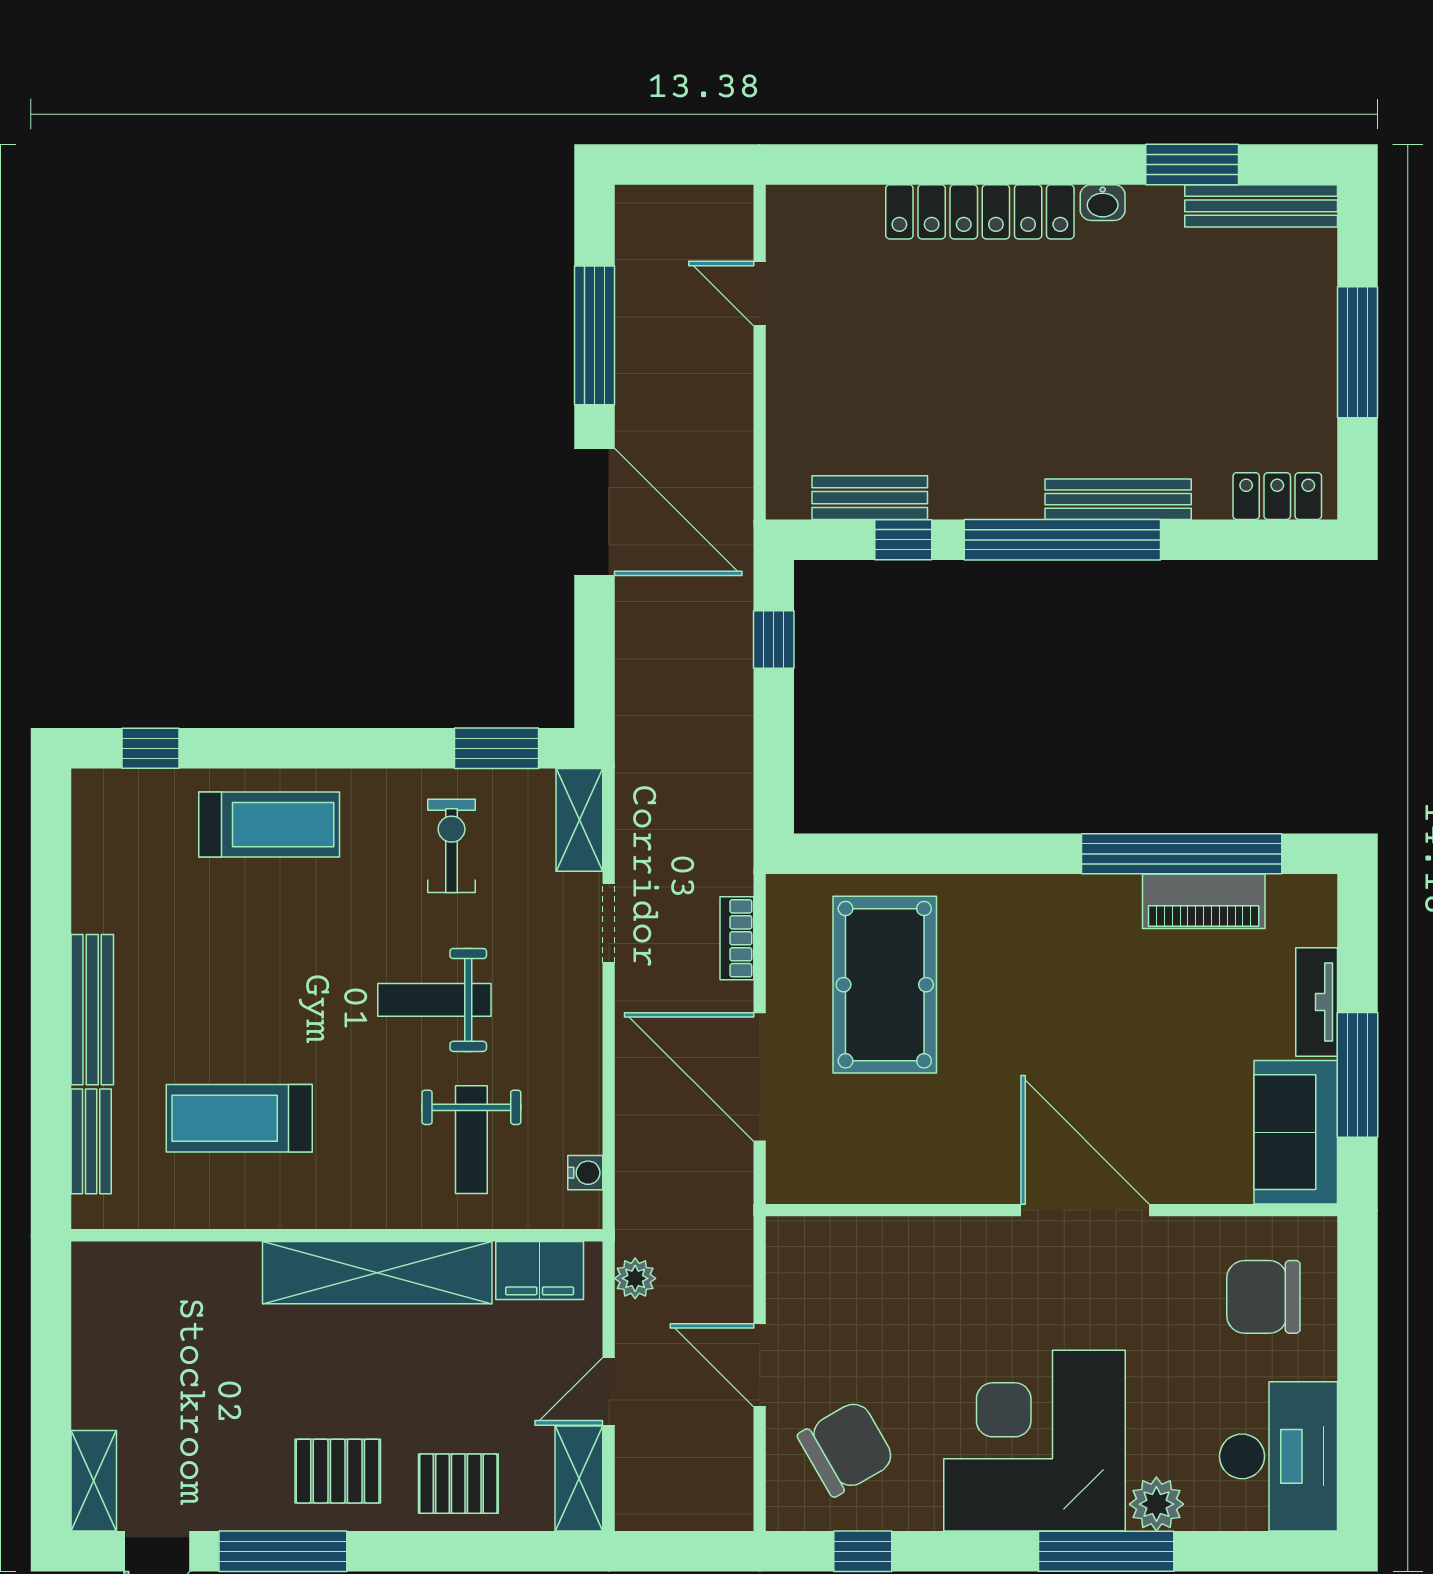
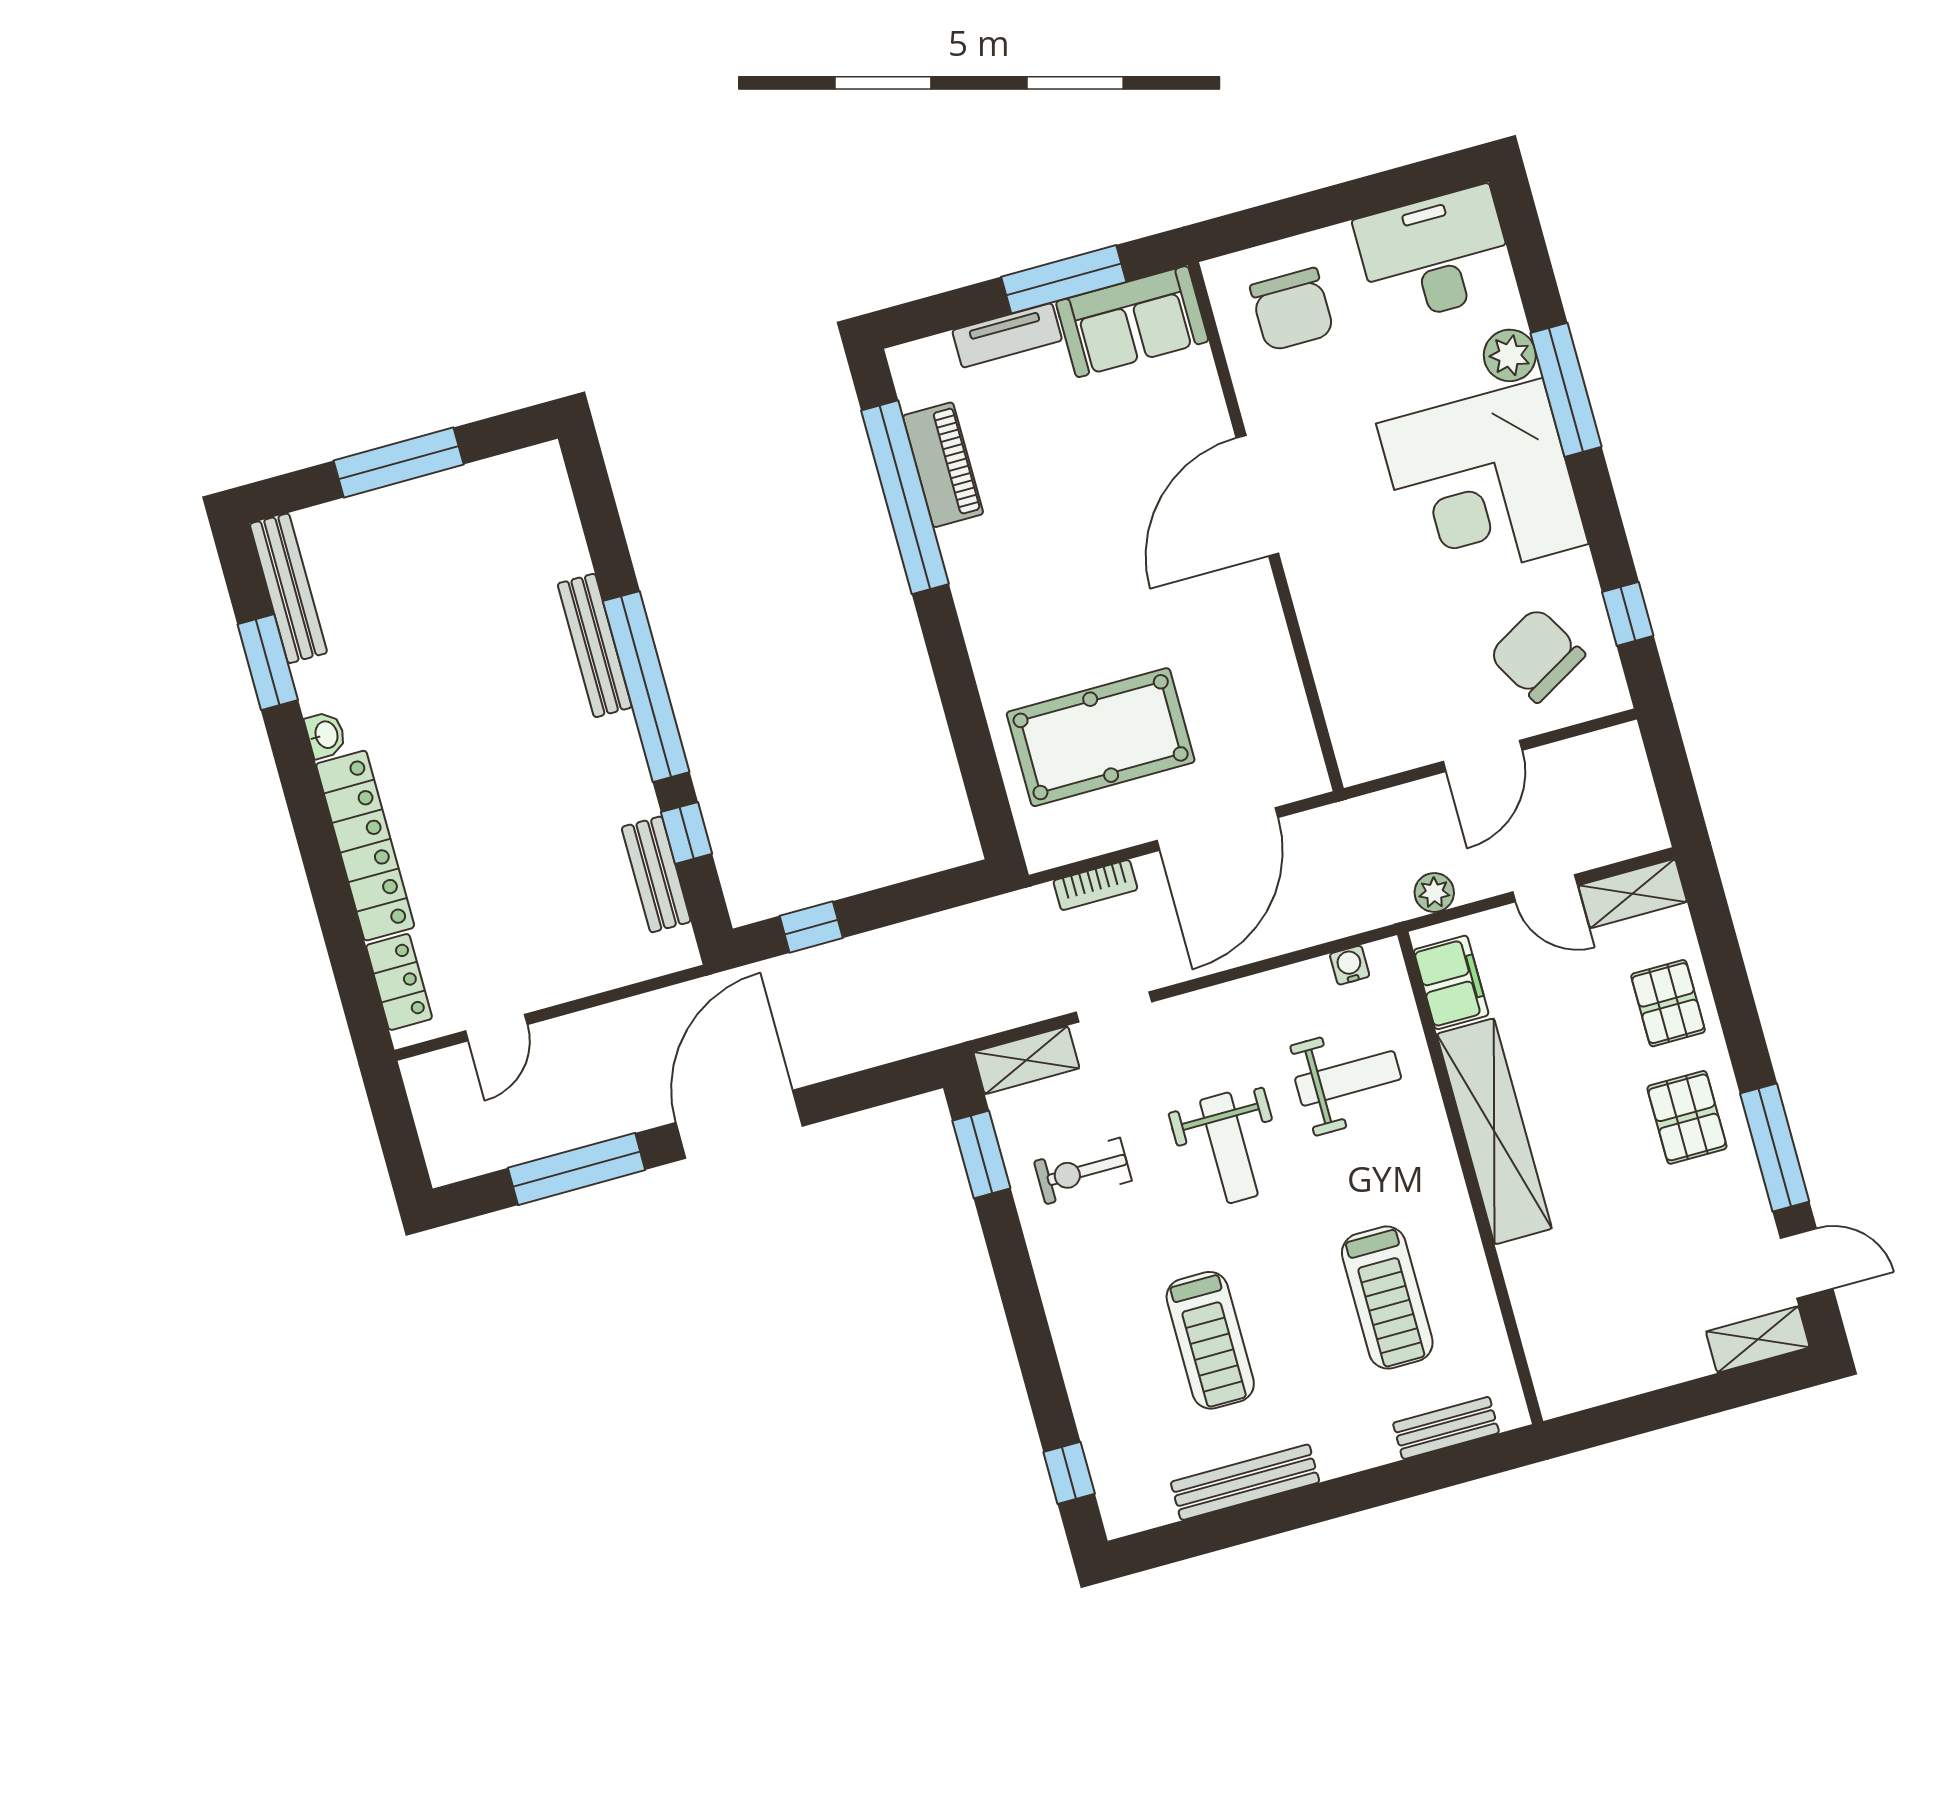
locker: (1277, 496) -> (399, 982), moved, turned 180
treadmill: (269, 825) -> (1210, 1340), moved, turned 180
bench: (92, 1010) -> (1245, 1482), moved

